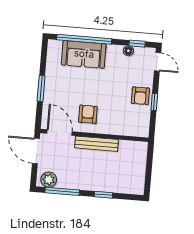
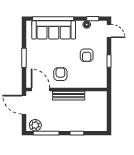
sofa: (84, 54) -> (54, 30), width x1.36
armchair: (140, 96) -> (87, 55), moved

